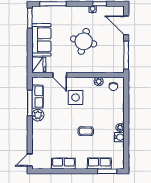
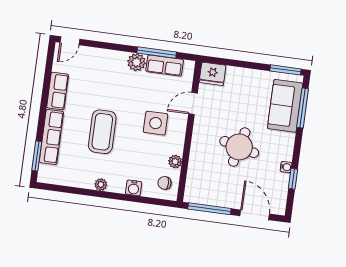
door: (126, 25) -> (255, 215), hinge flipped
sofa: (41, 40) -> (285, 106), moved, turned 90
coffee table: (86, 131) -> (102, 132), width x1.86, depth x1.72
water cooler: (119, 137) -> (134, 188), moved
door: (30, 160) -> (70, 41), swing flipped
row of seats: (99, 164) -> (51, 137), width x1.48

